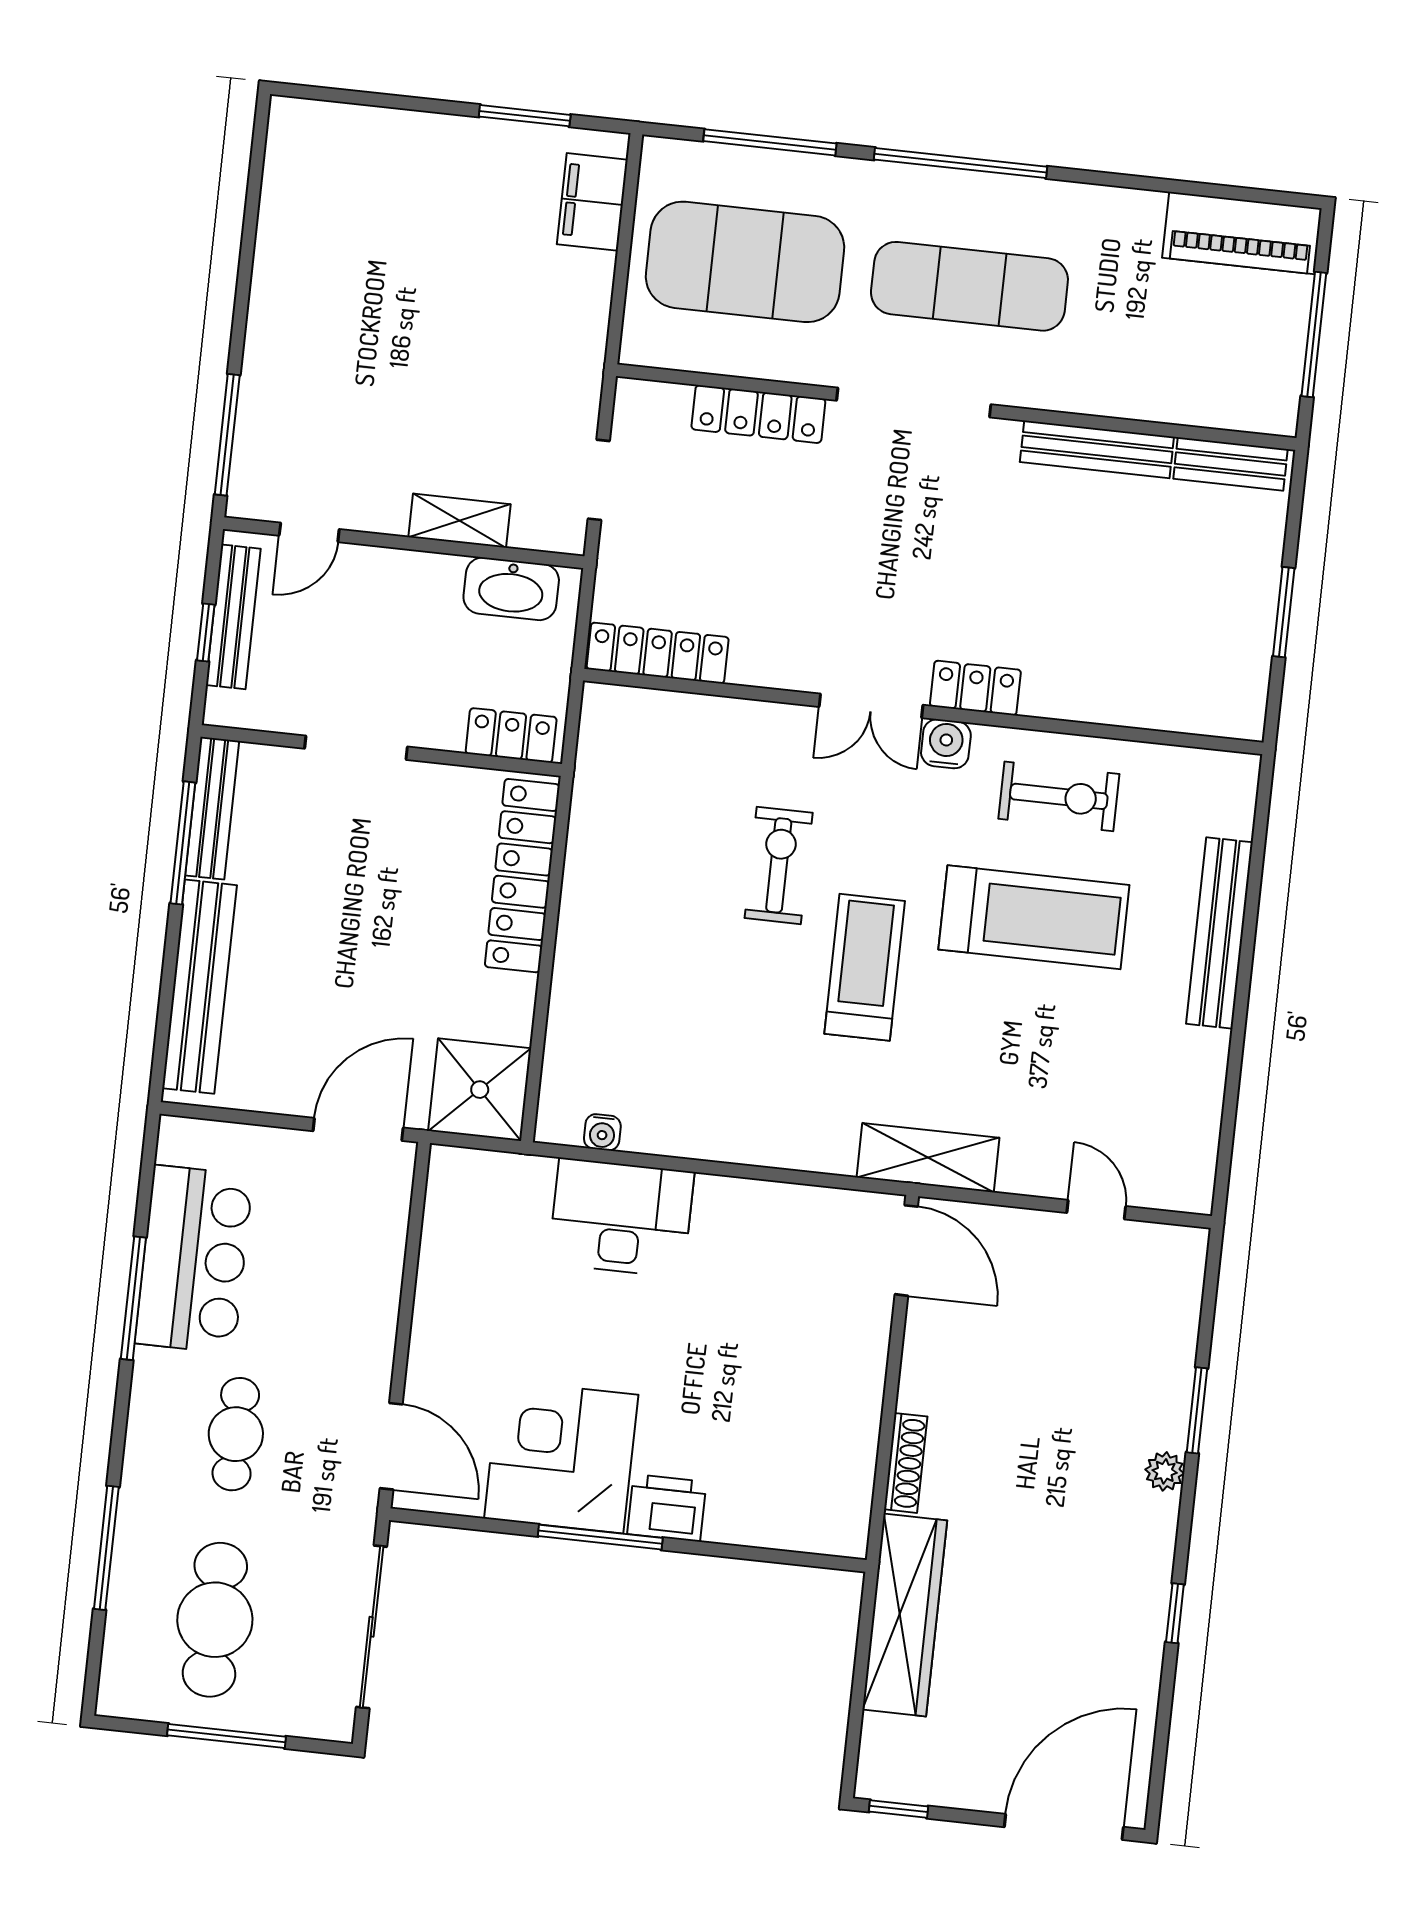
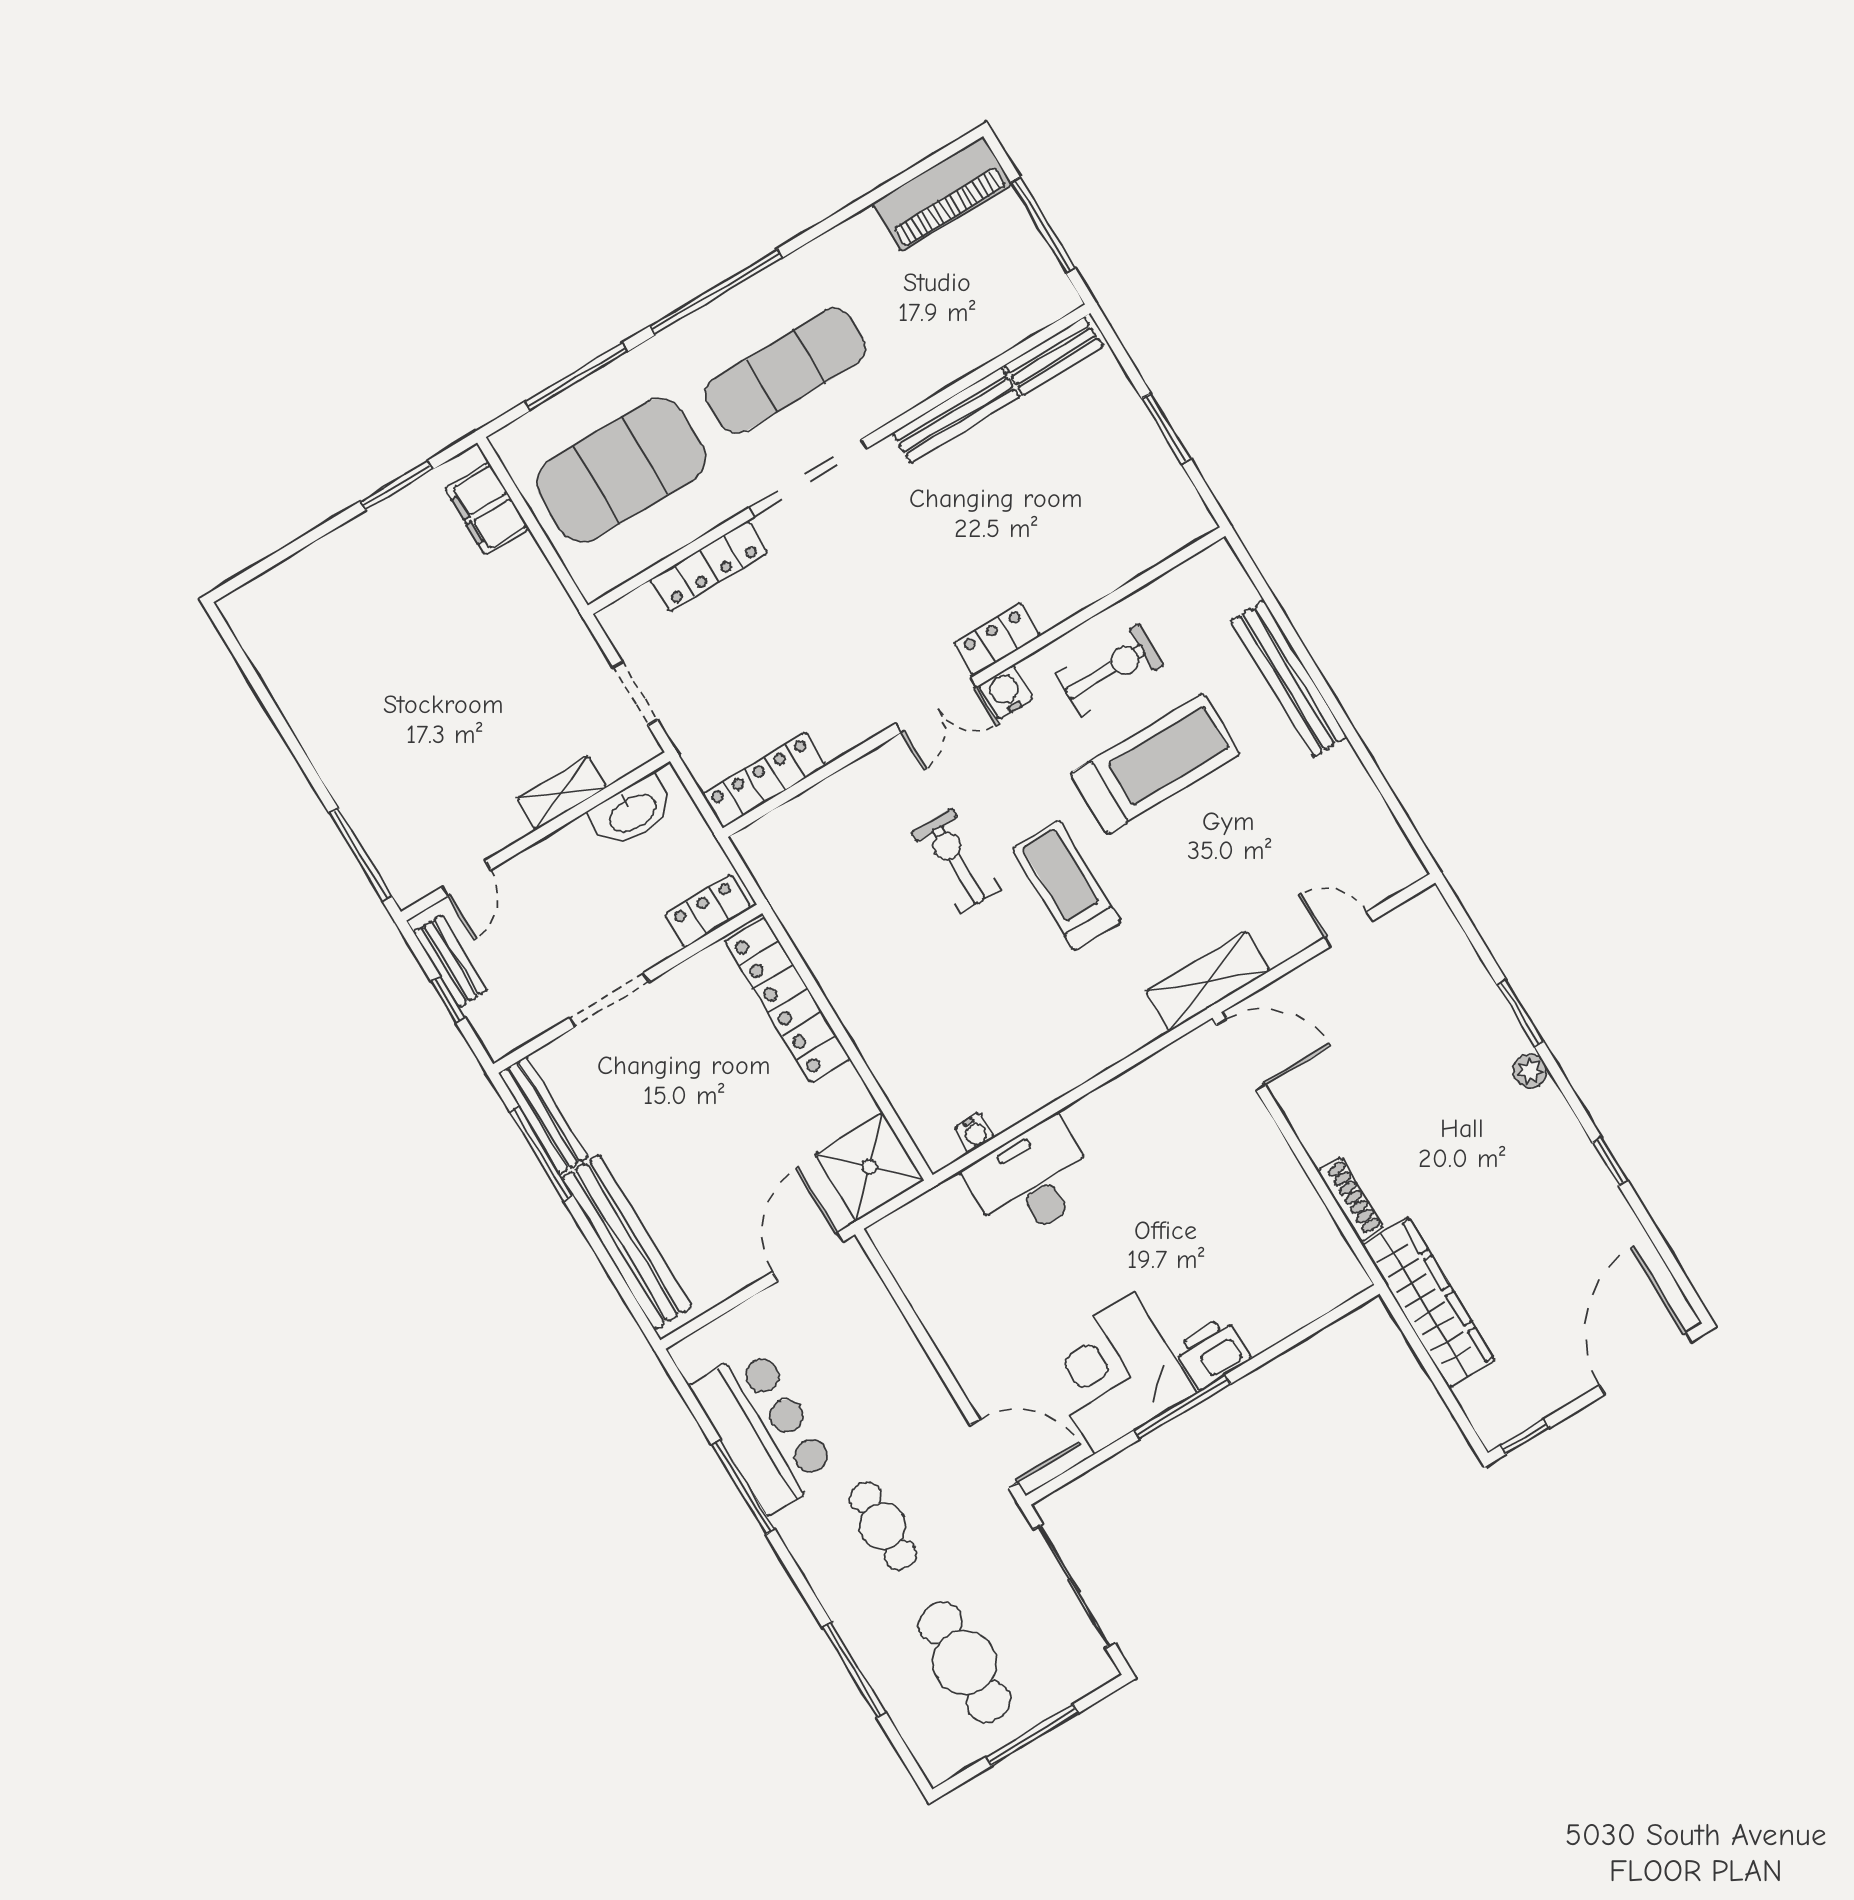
bench: (233, 617) -> (450, 961), width x0.73

